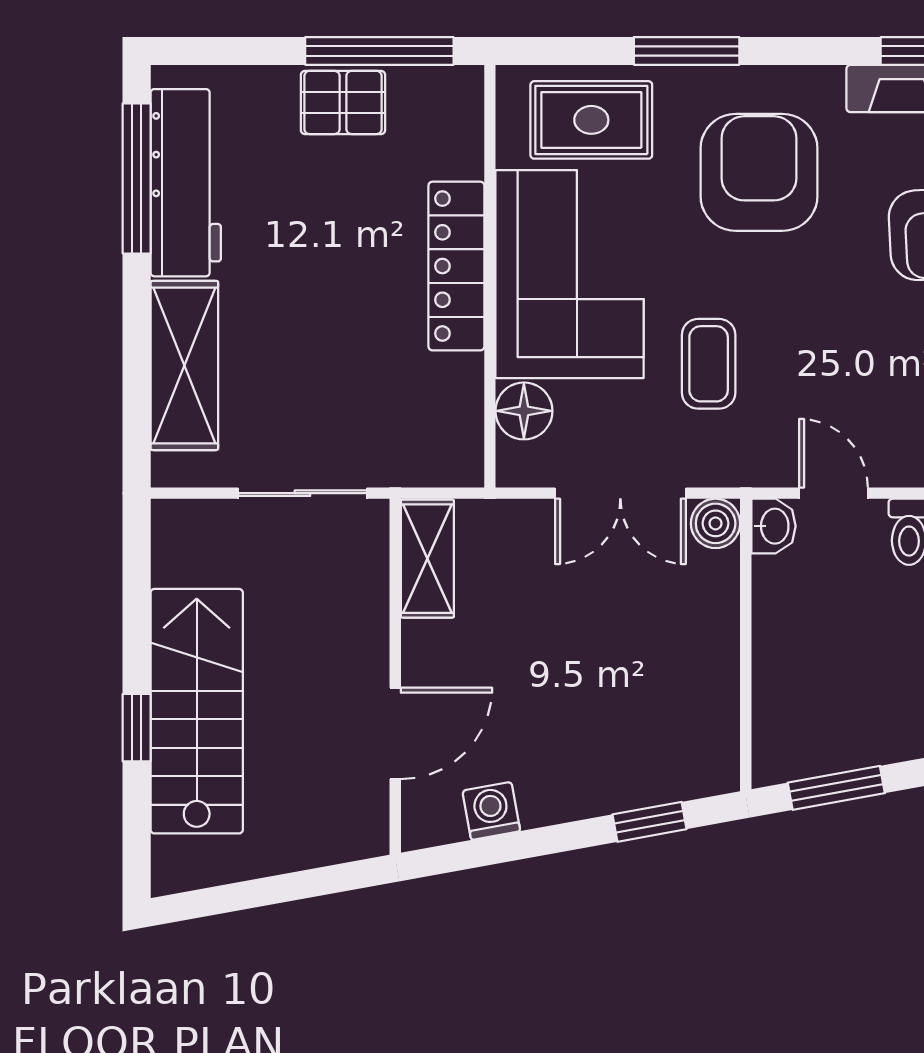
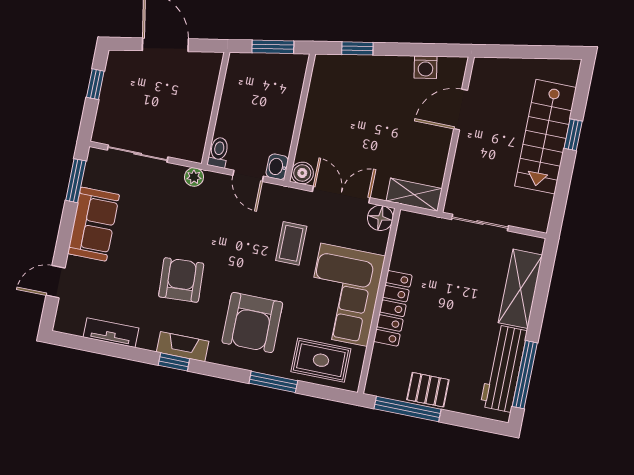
floor lamp: (524, 411) -> (380, 218), moved
shelving: (427, 559) -> (414, 195), moved, turned 90

